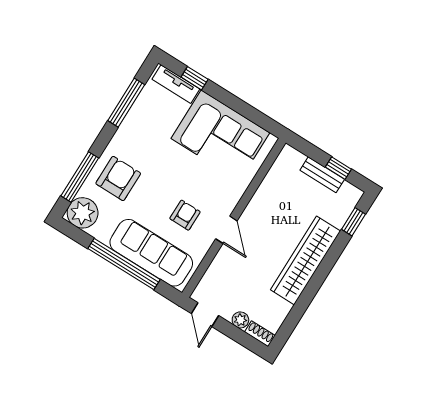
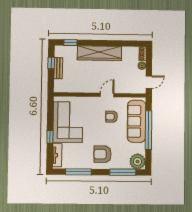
window: (195, 78) -> (50, 137), moved
armchair: (118, 178) -> (102, 154), moved

